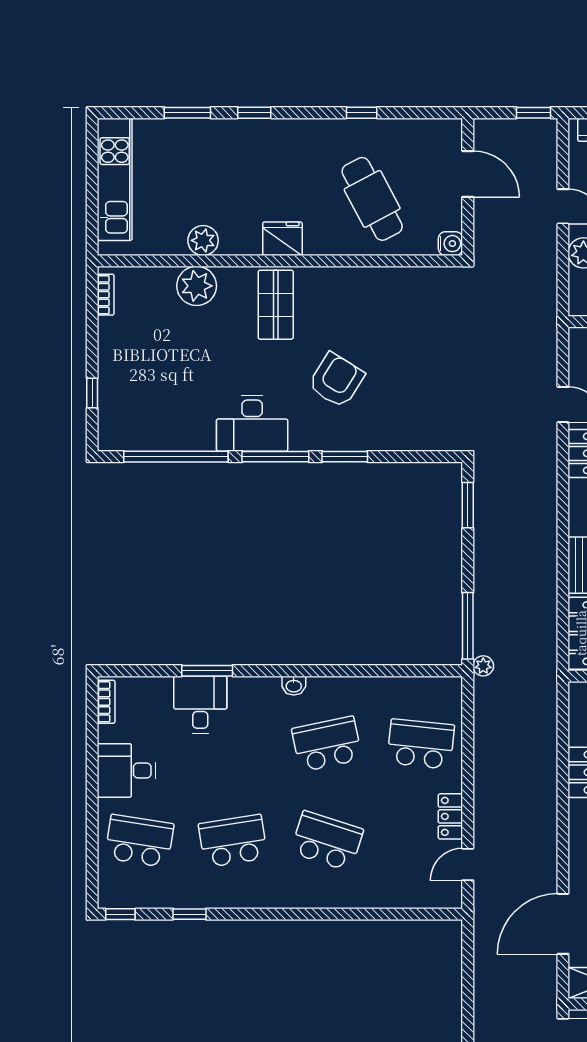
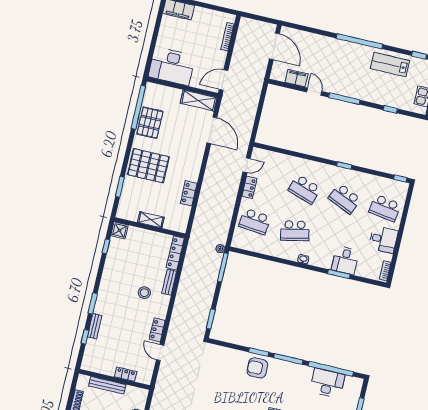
armchair: (336, 380) -> (257, 368), moved, turned 58
desk: (252, 423) -> (327, 383), moved
school desk: (233, 841) -> (345, 199), turned 33
window: (190, 914) -> (344, 165), moved
door: (563, 924) -> (212, 130), hinge flipped

